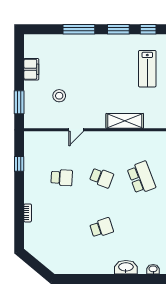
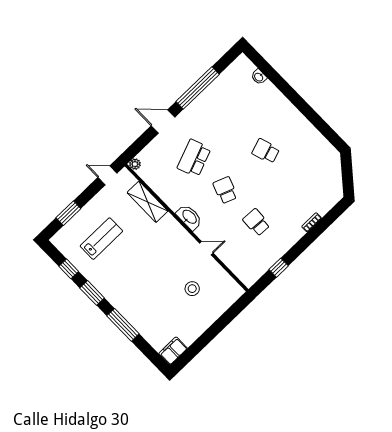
filing cabinet: (31, 69) -> (173, 351), moved
window: (19, 102) -> (229, 316), removed
shelving: (125, 121) -> (147, 202), moved
washbasin: (126, 267) -> (189, 217), moved, turned 180

